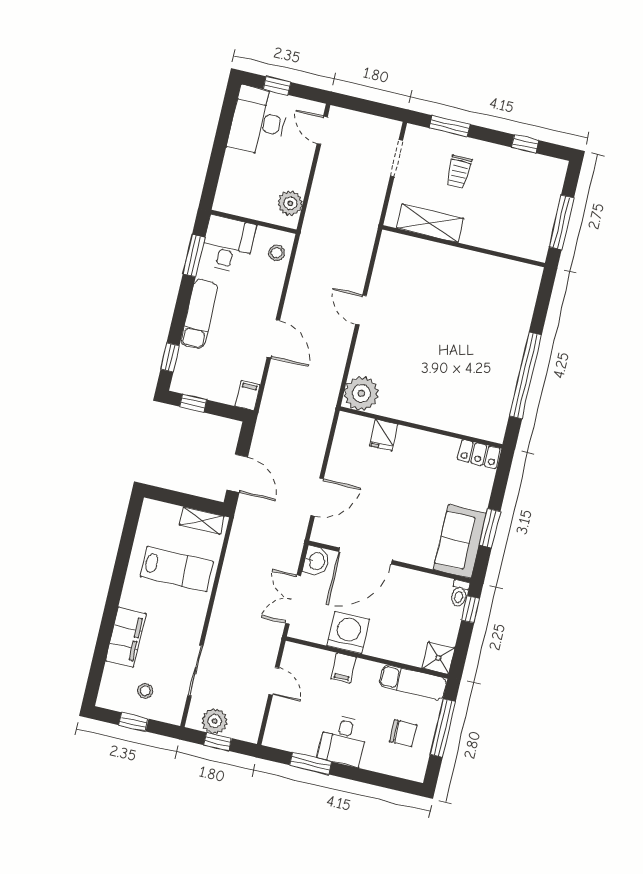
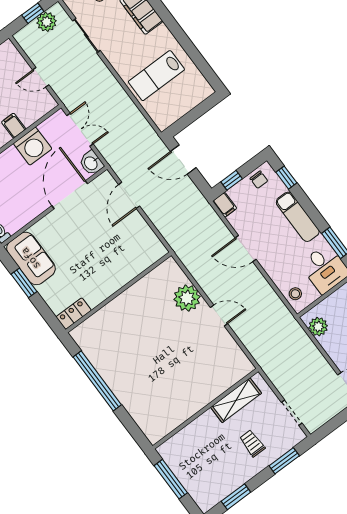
window: (525, 144) -> (236, 497), width x1.50
chair: (195, 383) -> (259, 180), added
plant: (361, 393) -> (187, 298), moved
window: (193, 403) -> (232, 180), moved
fridge: (384, 435) -> (133, 266), removed
shelving: (202, 521) -> (173, 115), removed

